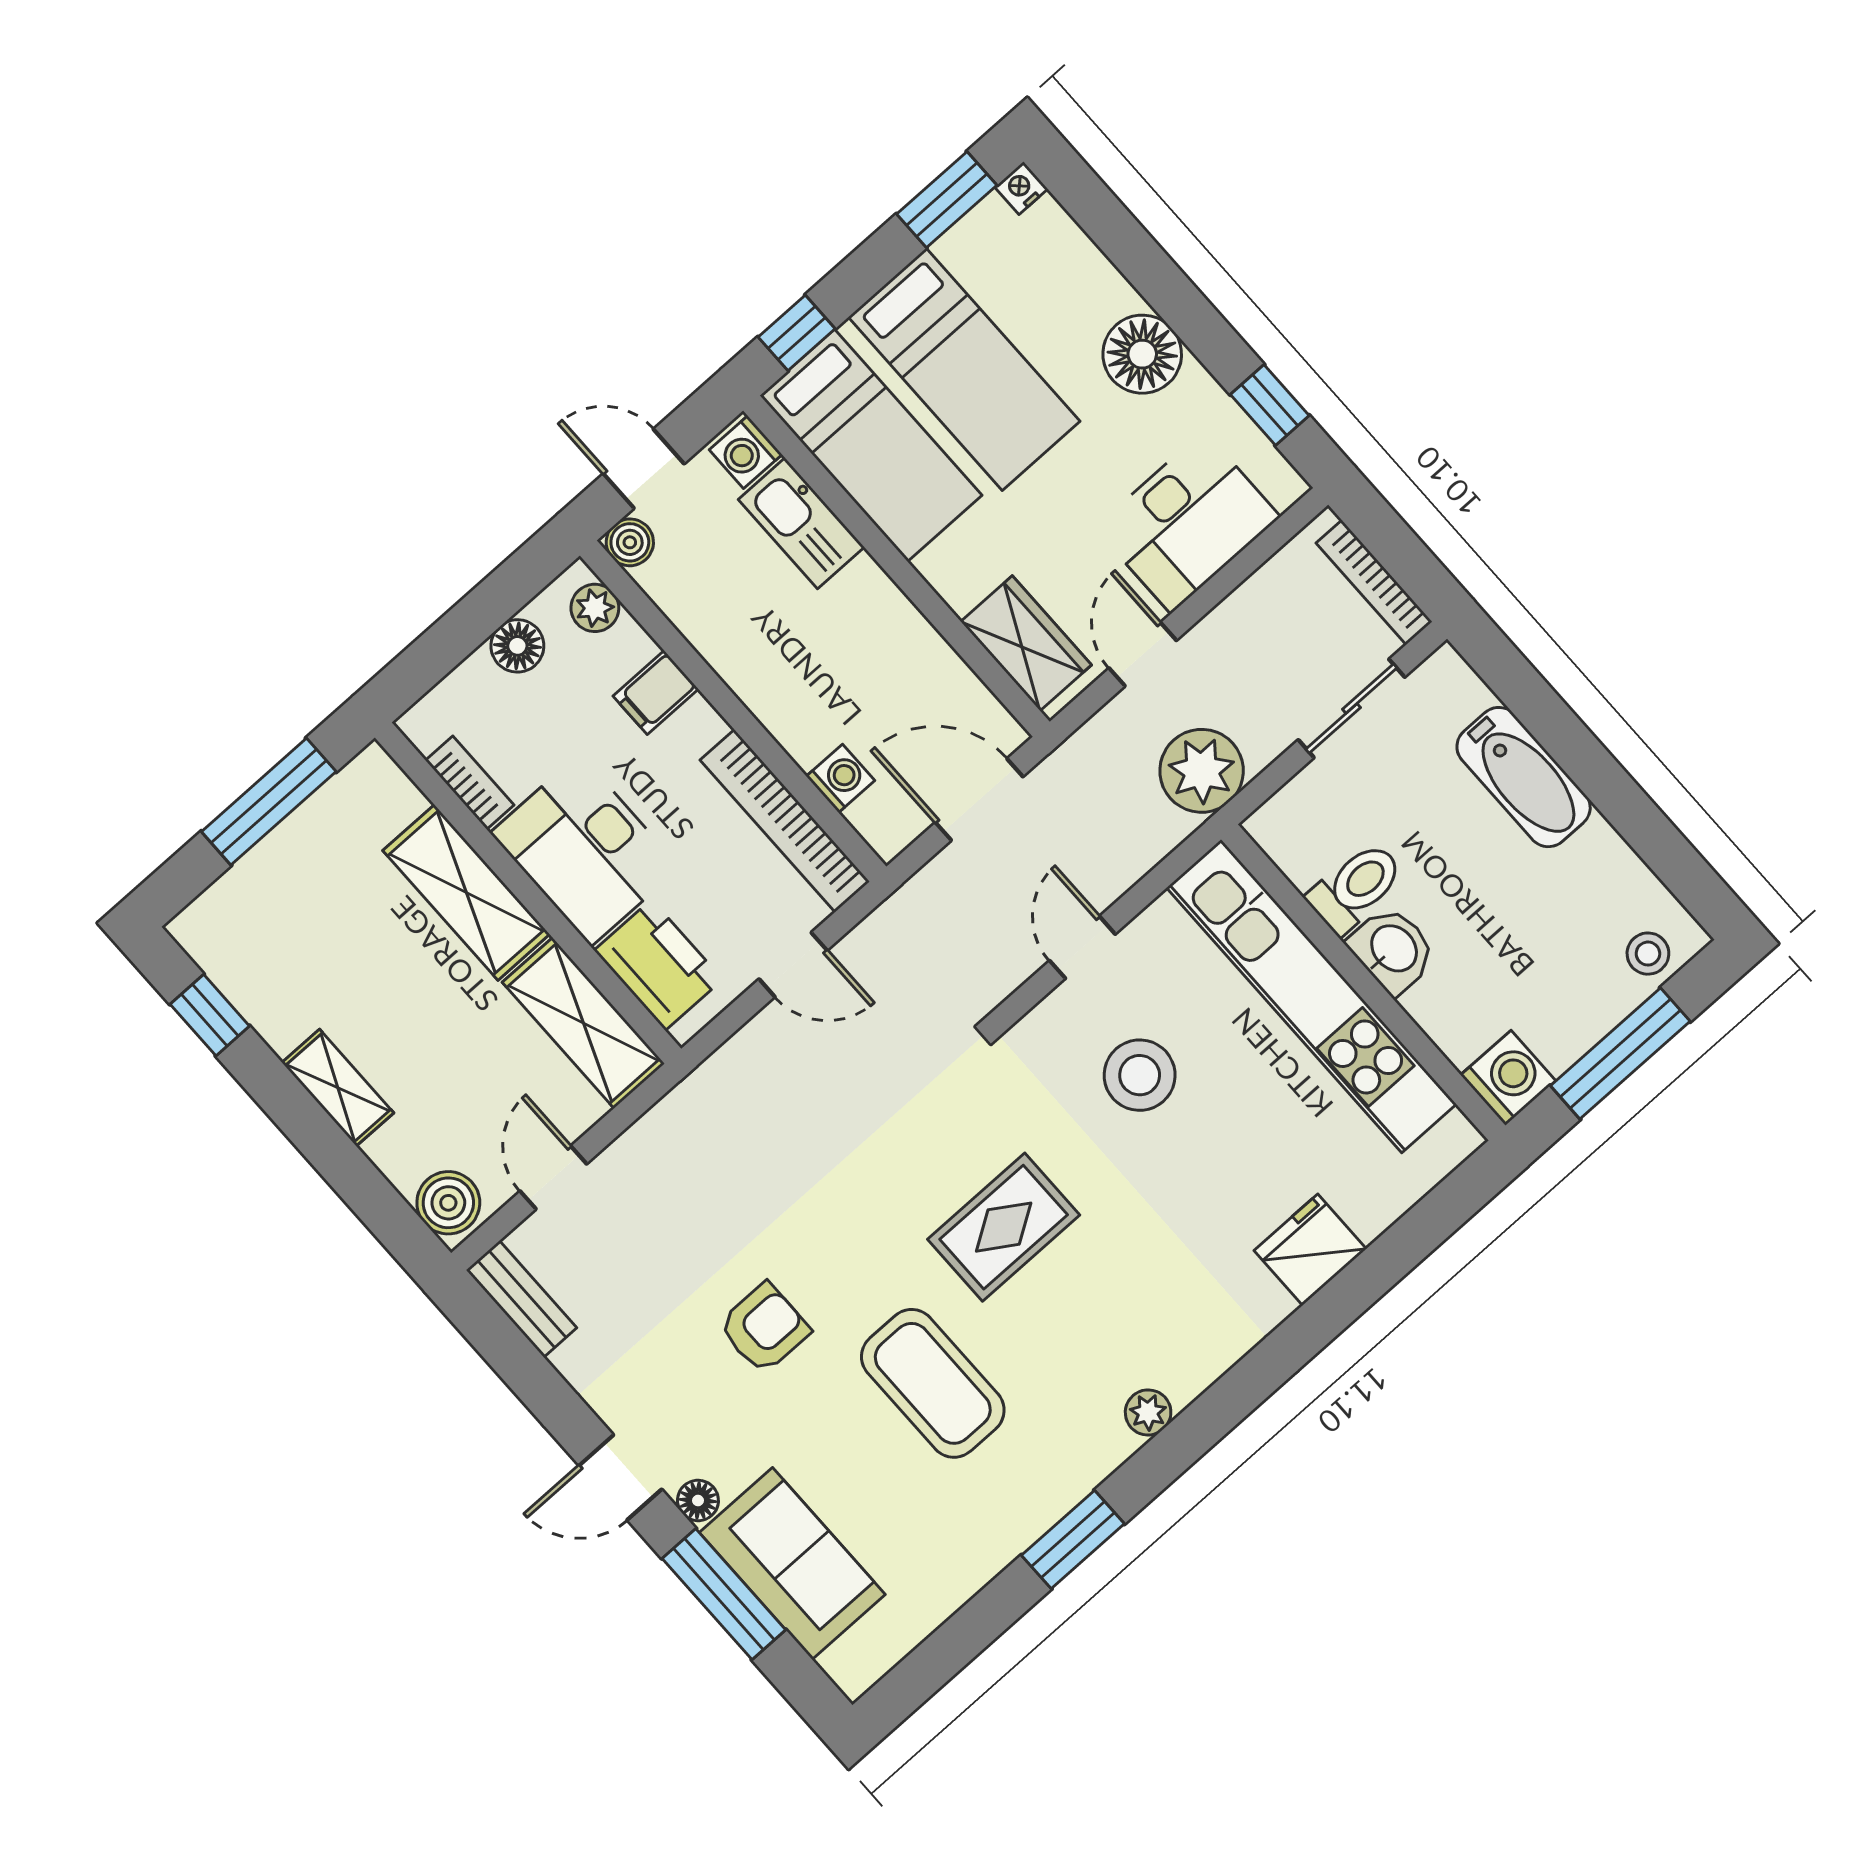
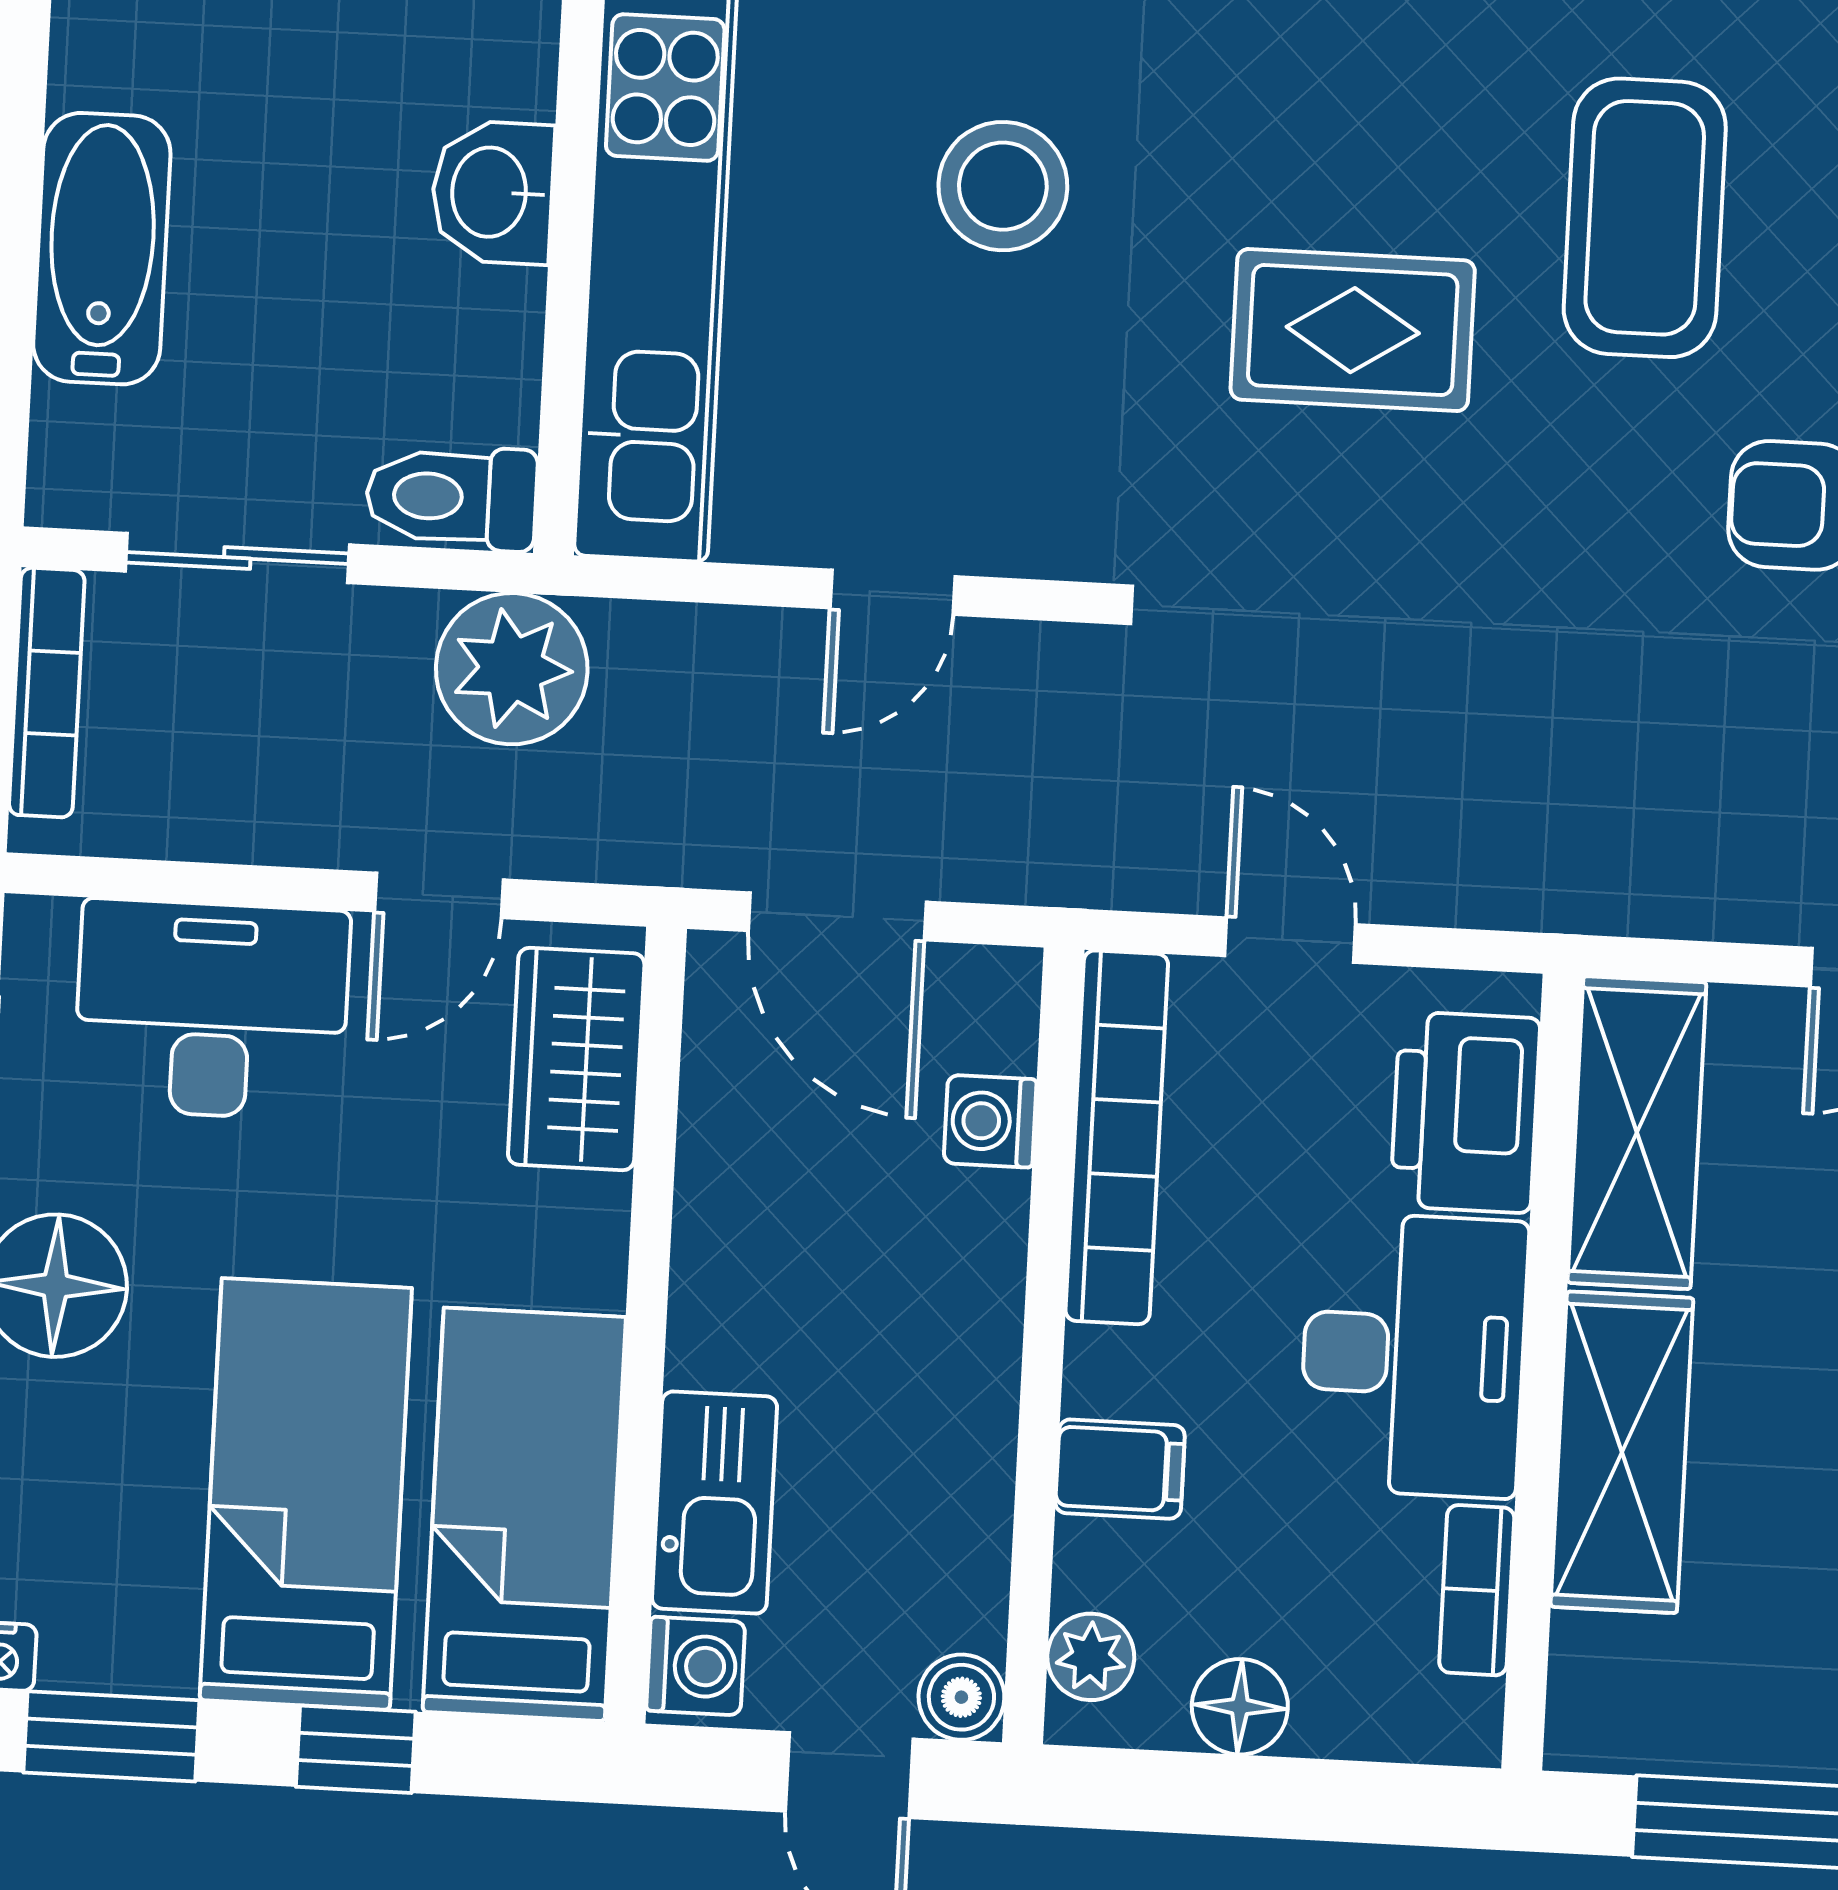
window: (797, 333) -> (356, 1749), moved
toilet: (1356, 887) -> (451, 497), moved
stool: (1140, 1075) -> (1003, 186), moved

